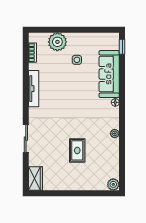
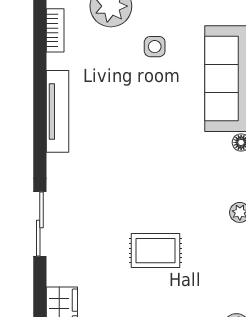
rug: (77, 150) -> (155, 251), turned 90

